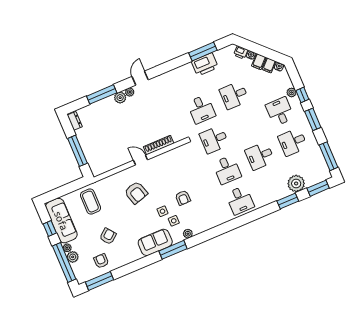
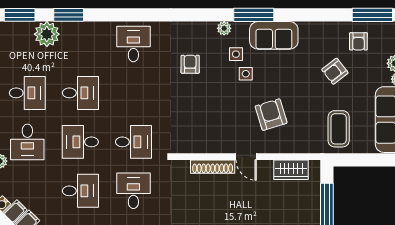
wardrobe: (109, 164) -> (291, 170), added
desk: (227, 170) -> (80, 142), moved, turned -90
armchair: (183, 198) -> (190, 64), moved

